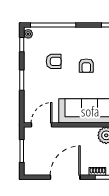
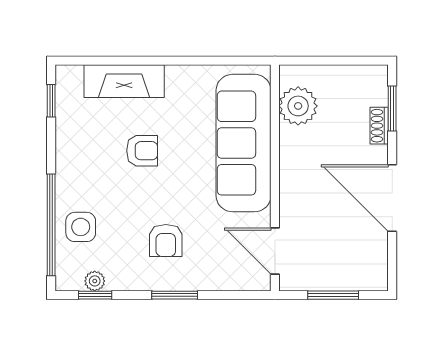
plant: (28, 34) -> (95, 281), moved
side table: (52, 38) -> (81, 227), added
armchair: (54, 61) -> (166, 240), moved, turned 180

